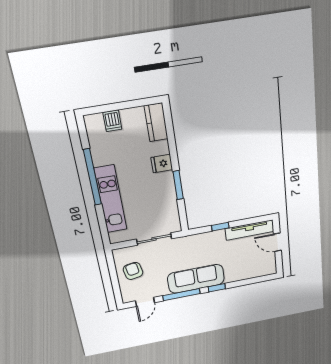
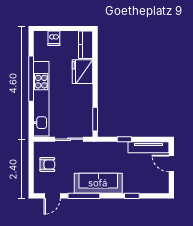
fridge: (162, 164) -> (82, 72), width x1.88, depth x1.34
window: (178, 185) -> (95, 119), moved
kitchen unit: (111, 199) -> (41, 99), width x1.36
armchair: (133, 271) -> (47, 165), turned 100
window: (217, 288) -> (132, 196), moved

